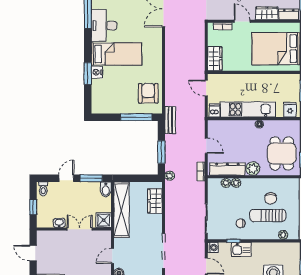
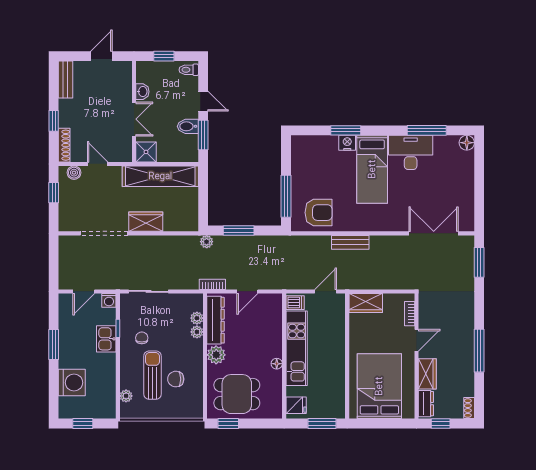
bench: (170, 120) -> (350, 242), moved
bidet: (106, 189) -> (188, 126), moved
wardrobe: (155, 201) -> (146, 222), moved

